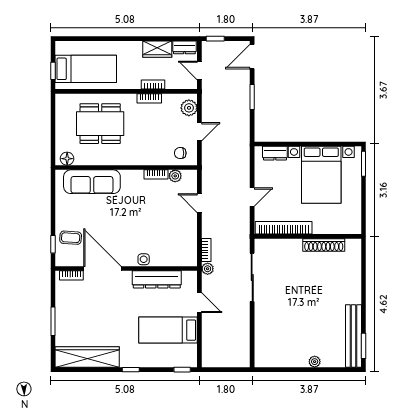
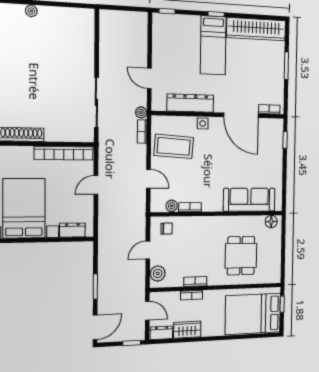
bed: (86, 69) -> (253, 314), width x1.50
dining table: (100, 124) -> (241, 256), width x0.73
coffee table: (71, 238) -> (174, 146), moved, width x1.86, depth x1.72
bed: (168, 330) -> (213, 45), moved, turned 90

